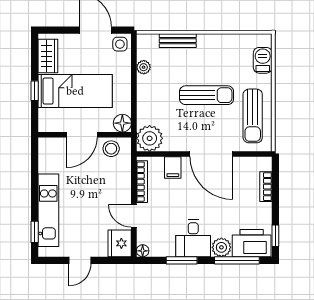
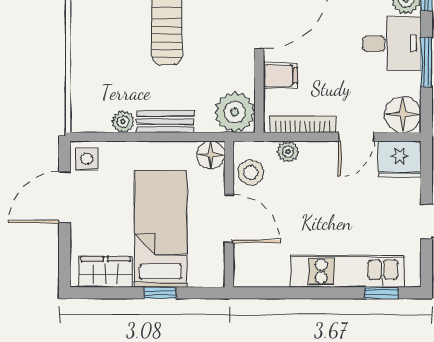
bench: (178, 41) -> (165, 122), moved, turned 90
plant: (124, 172) -> (288, 152), added
floor lamp: (143, 251) -> (403, 114), width x1.89, depth x1.89

